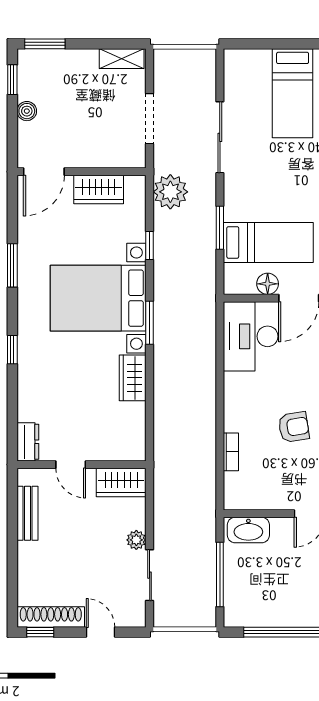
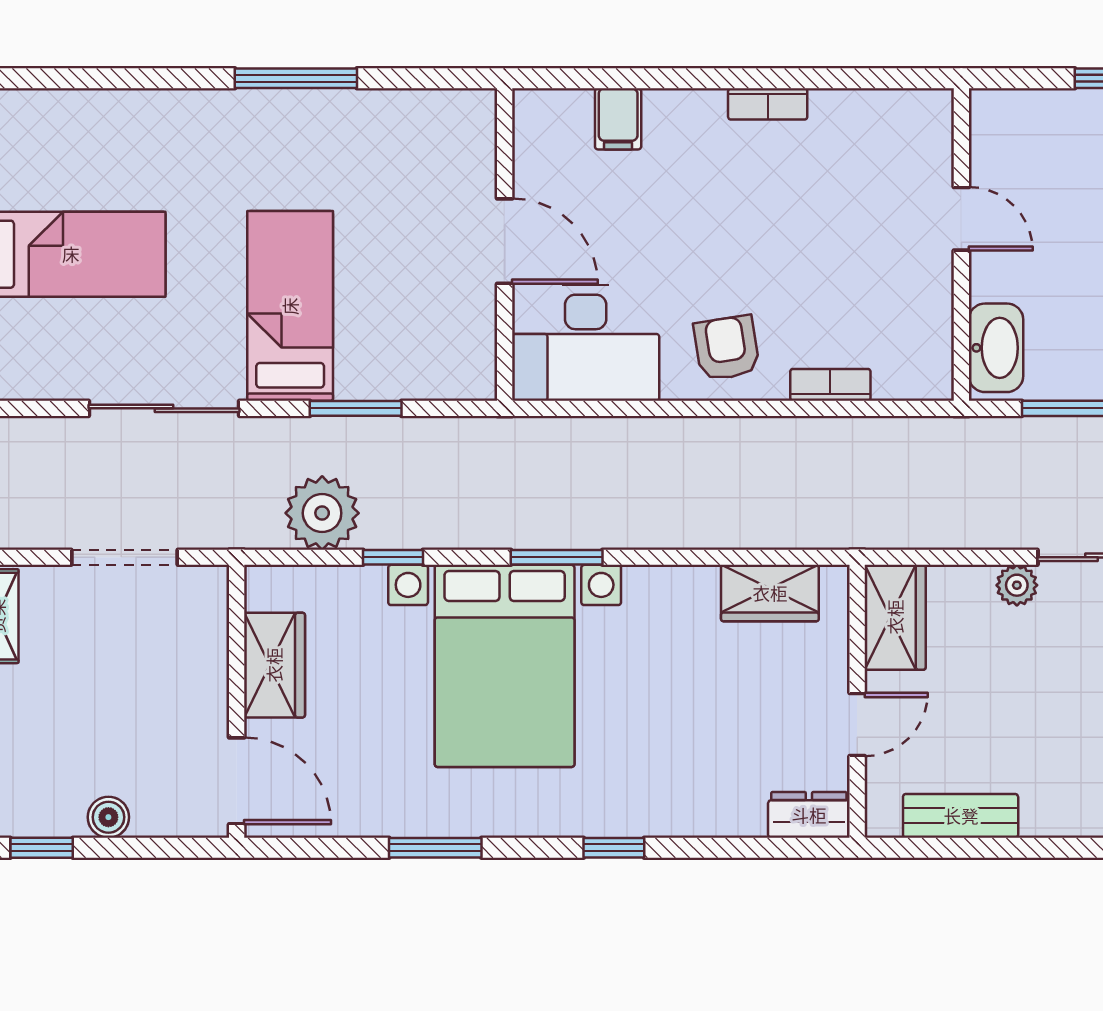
plant: (170, 192) -> (322, 513), moved
bed: (268, 242) -> (290, 306), moved
floor lamp: (268, 284) -> (474, 307), removed
wardrobe: (133, 378) -> (770, 593), moved
armchair: (294, 427) -> (727, 348), moved

